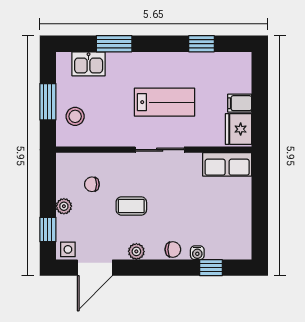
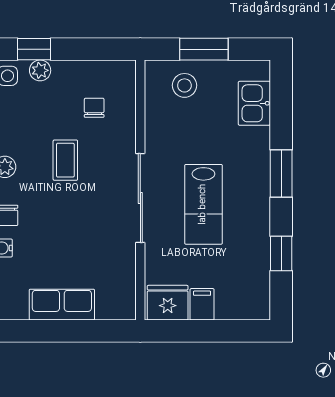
window: (114, 44) -> (281, 174), moved
sliding door: (160, 150) -> (140, 198), width x1.37
row of seats: (227, 164) -> (62, 305), moved, turned 90
plant: (64, 206) -> (40, 70), moved

